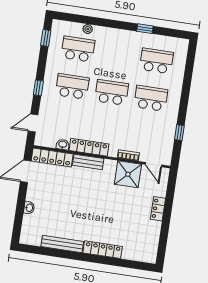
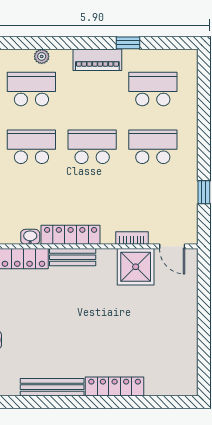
piano: (123, 37) -> (97, 60), added
locker: (158, 209) -> (189, 312), removed

